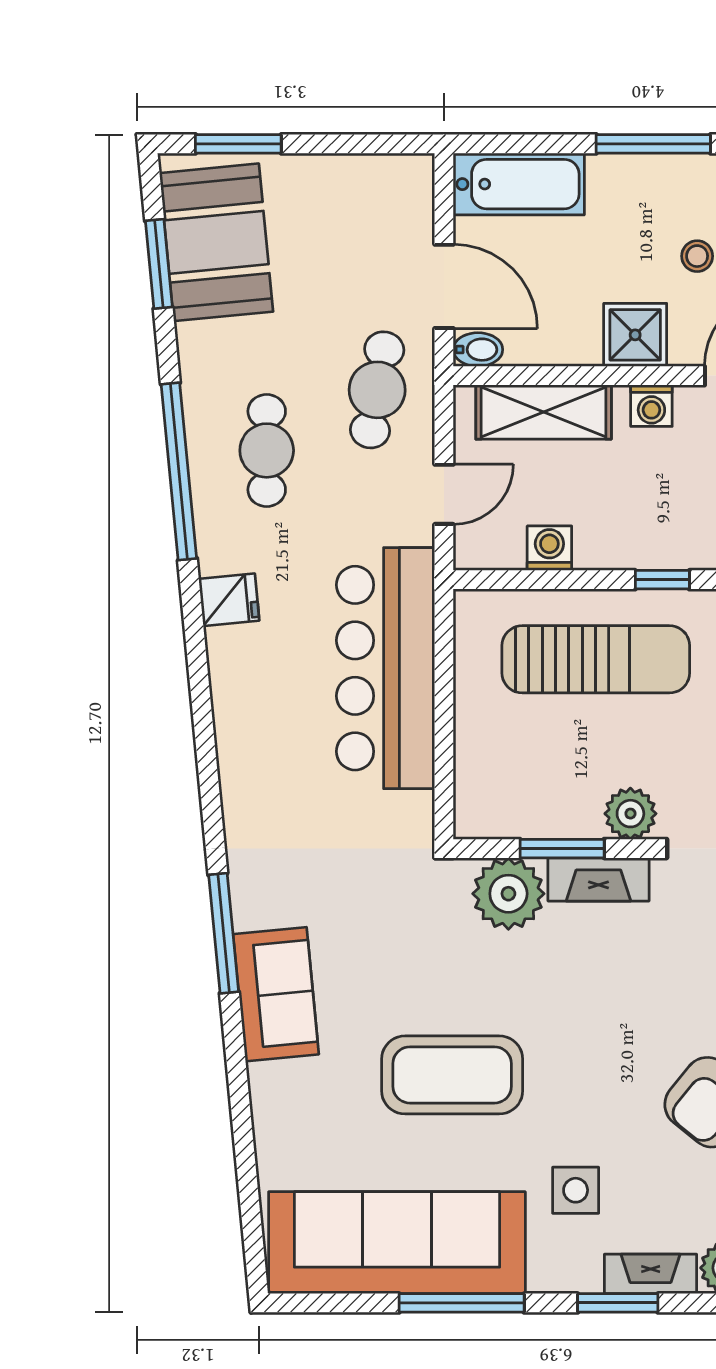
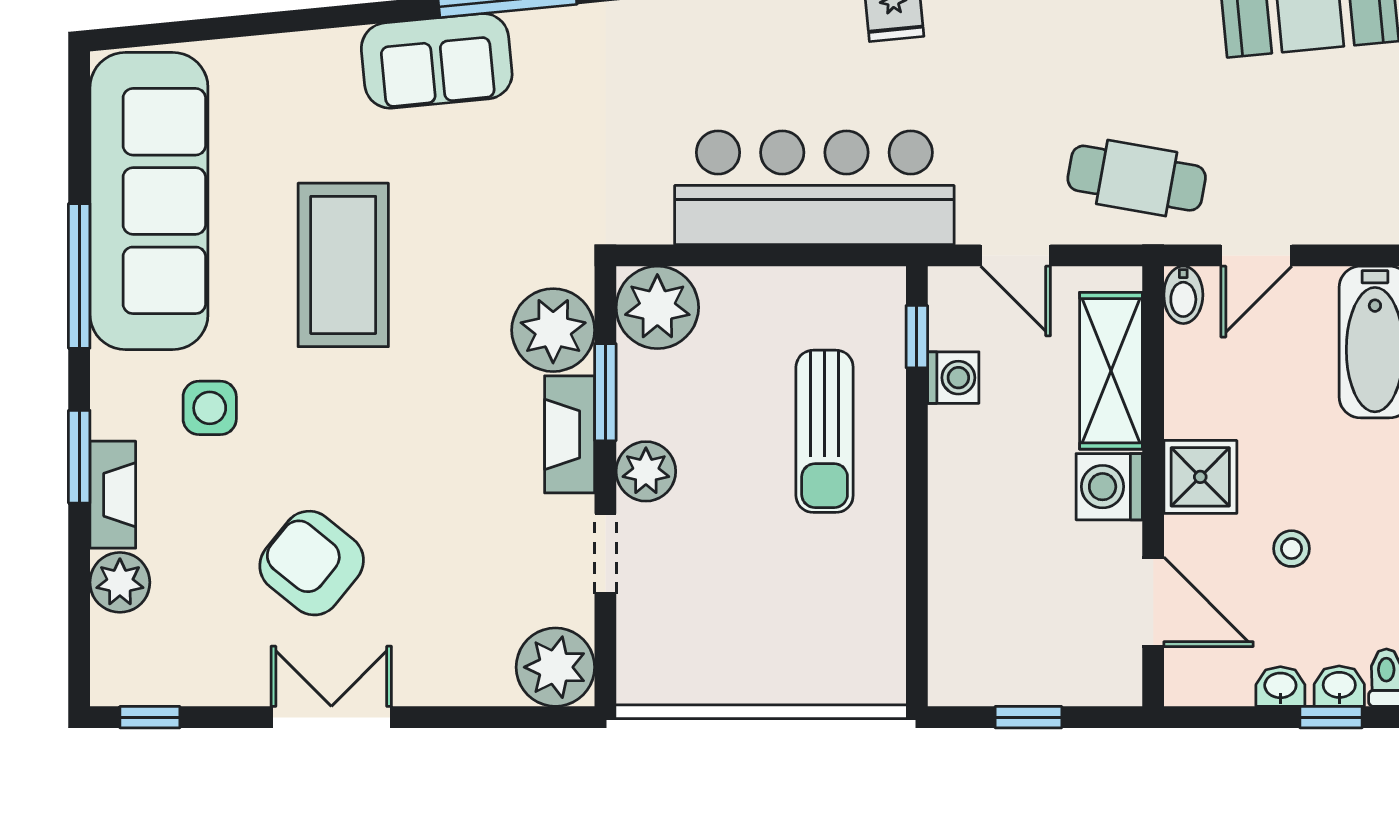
door: (444, 286) -> (1256, 255), width x0.73
washing machine: (651, 406) -> (1109, 487), width x1.38, depth x1.38
cafe table: (267, 450) -> (1066, 50), removed
window: (662, 580) -> (917, 337), moved
sun lounger: (596, 659) -> (825, 431), width x0.73, depth x0.75
plant: (489, 804) -> (657, 307), added

